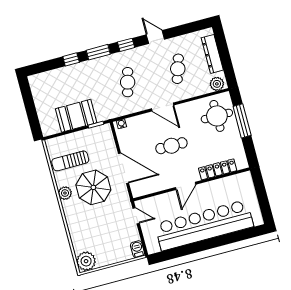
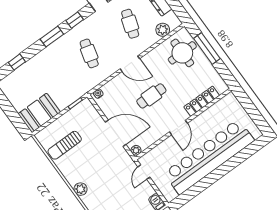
window: (71, 59) -> (17, 62), moved
plant: (217, 84) -> (163, 30), moved
booth: (76, 116) -> (39, 113), moved
parasol: (93, 187) -> (95, 161), removed
plant: (137, 192) -> (136, 150), added
plant: (65, 193) -> (80, 189), moved
door: (136, 216) -> (144, 172), swing flipped

